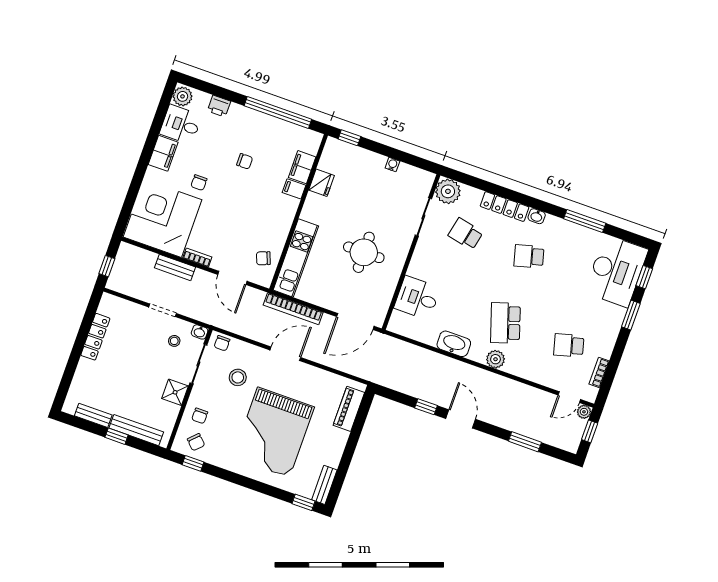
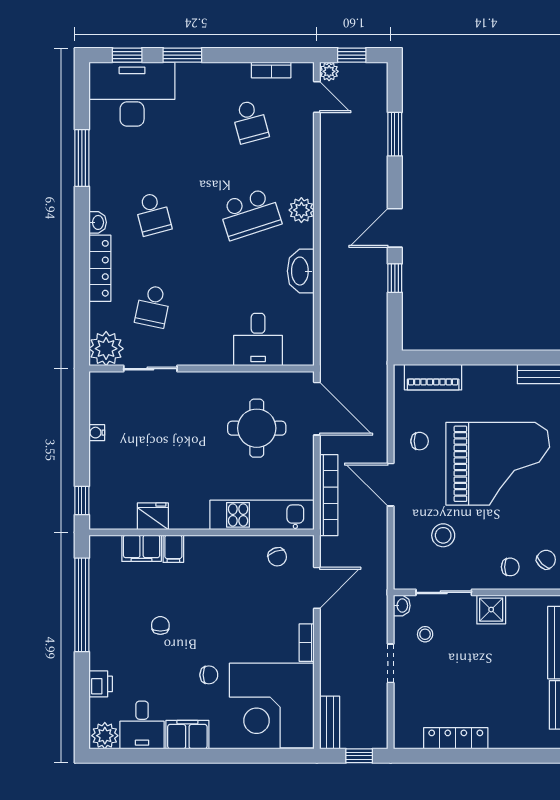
round table: (364, 252) -> (257, 428), moved
bench: (175, 267) -> (330, 722), moved
chair: (222, 343) -> (420, 441), moved

